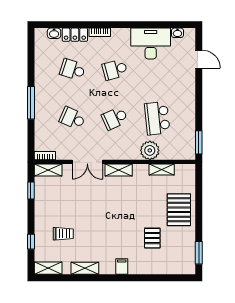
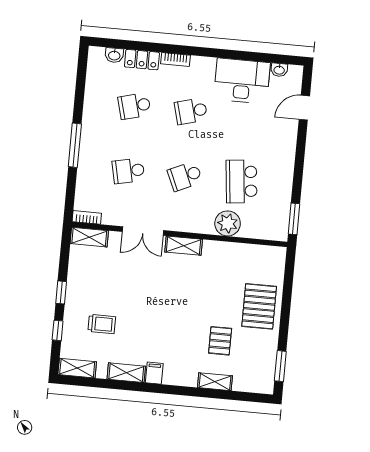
door: (199, 59) -> (304, 108), swing flipped
school desk: (73, 70) -> (134, 106), turned -33
school desk: (73, 118) -> (128, 171), turned -36
shelving: (162, 169) -> (215, 382), moved
window: (31, 190) -> (61, 292), moved
filing cabinet: (122, 267) -> (154, 373), moved

